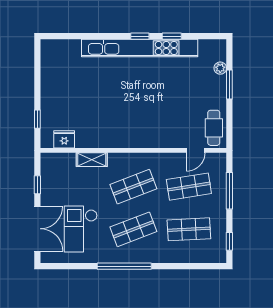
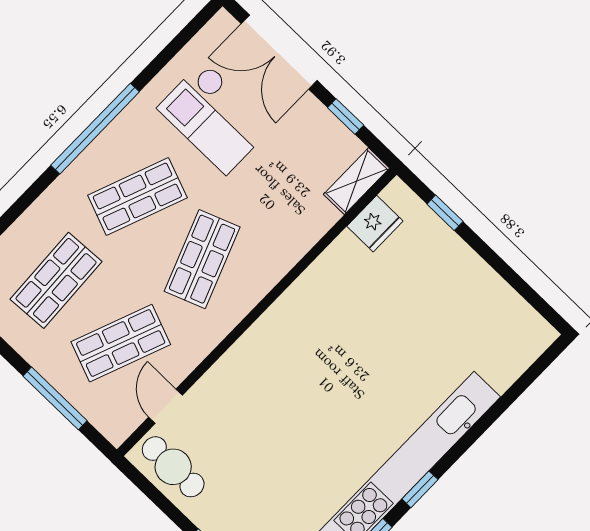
shelving: (92, 160) -> (357, 181), moved
shop shelf: (189, 187) -> (121, 343), turned 30
checkout: (81, 229) -> (215, 117), turned 180
shop shelf: (133, 229) -> (137, 196), turned 42

